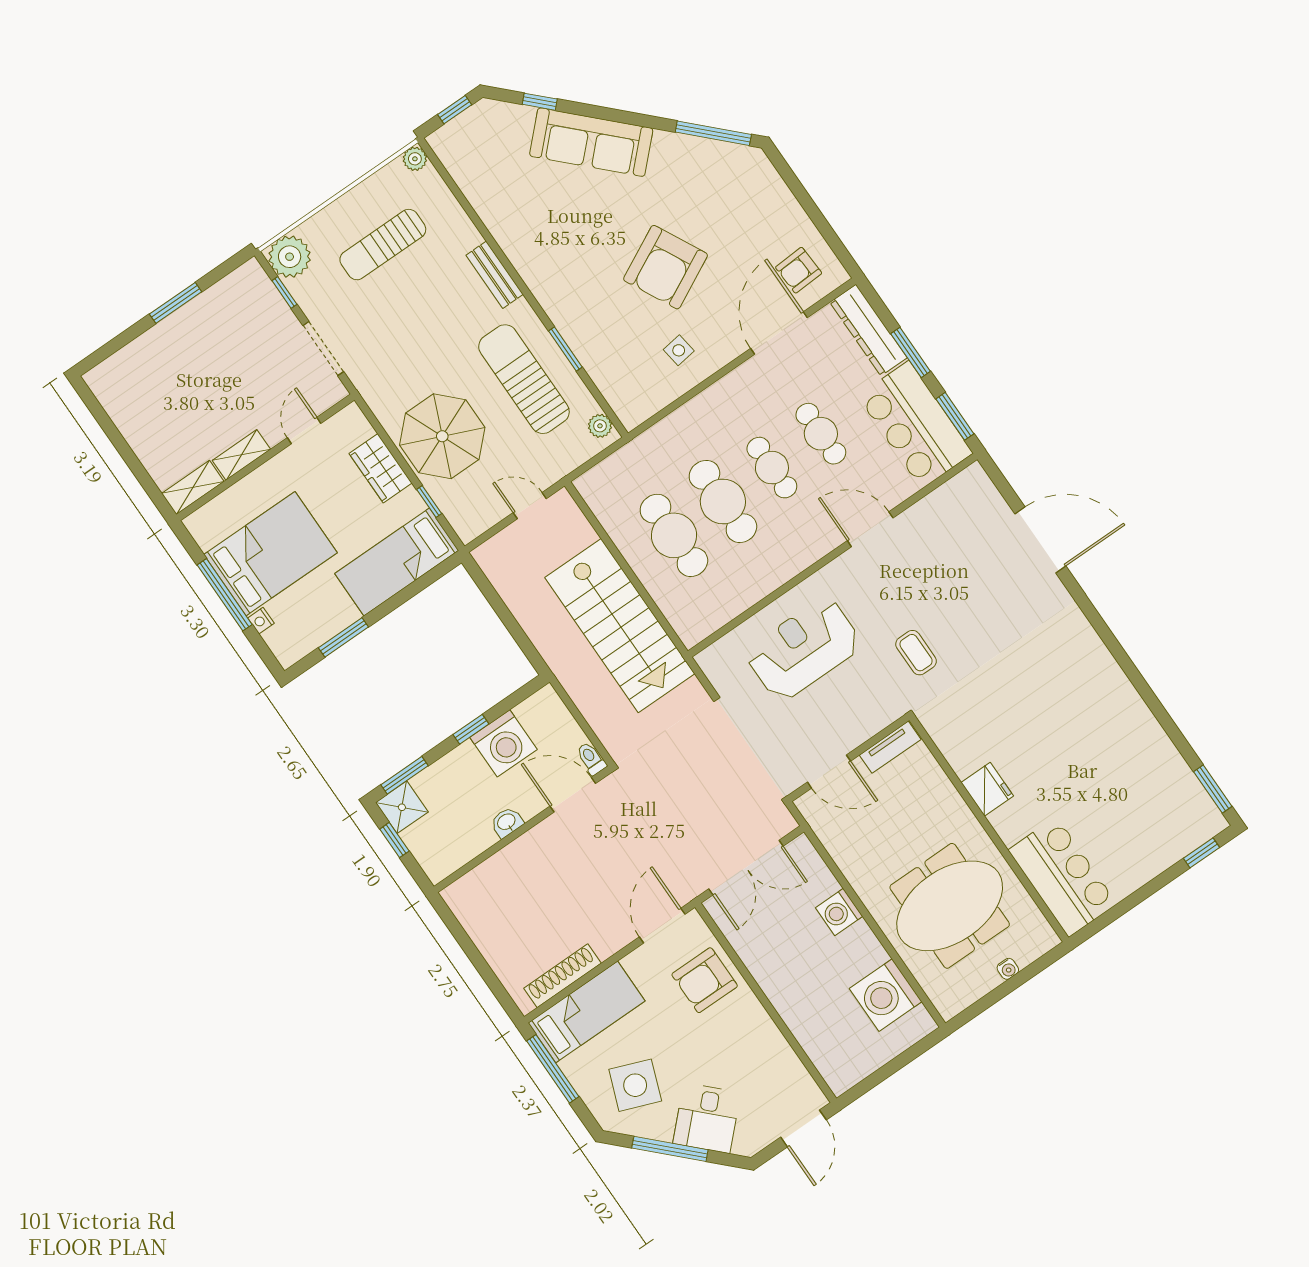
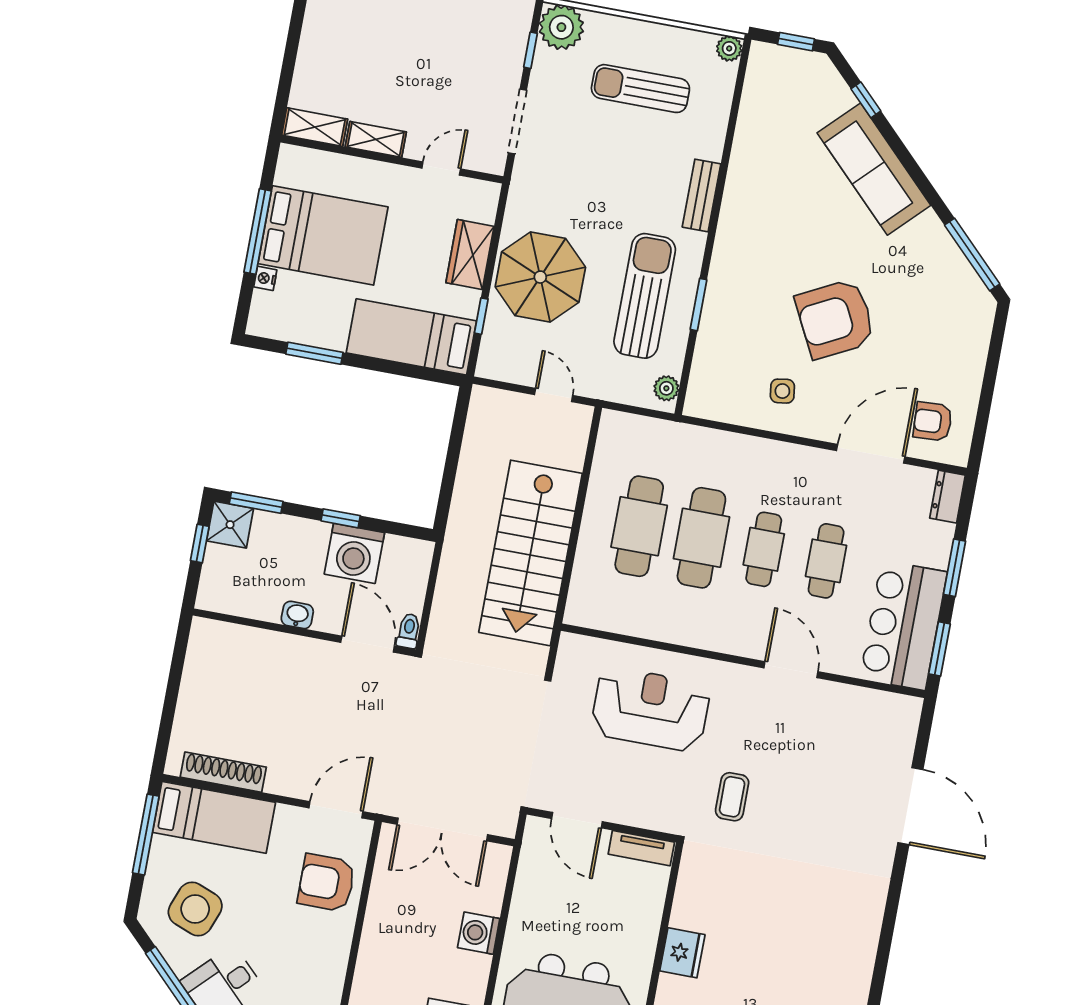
dresser: (868, 330) -> (948, 497), width x0.51, depth x0.80

